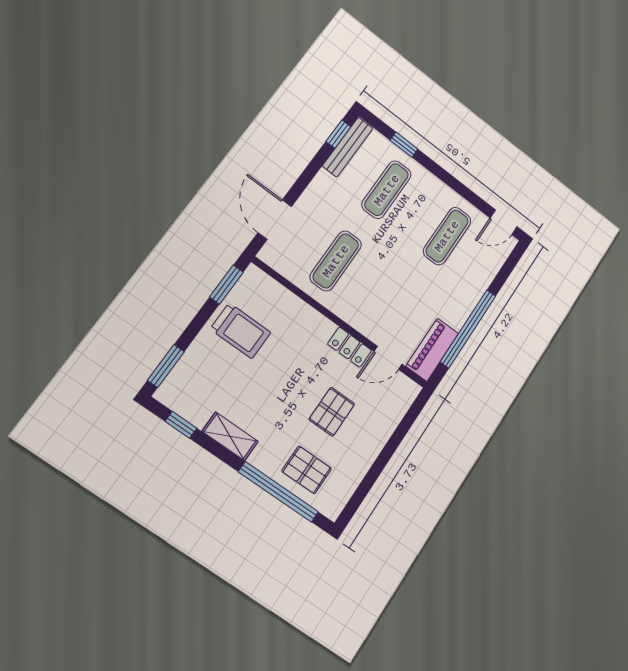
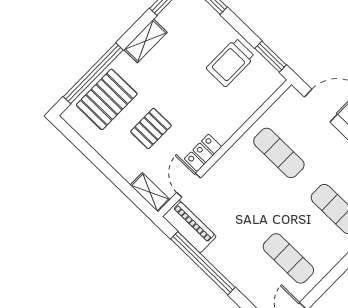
shelving: (403, 400) -> (150, 192), added
pallet: (332, 412) -> (151, 129), turned 90
pallet: (307, 470) -> (107, 99), width x1.50, depth x1.42

